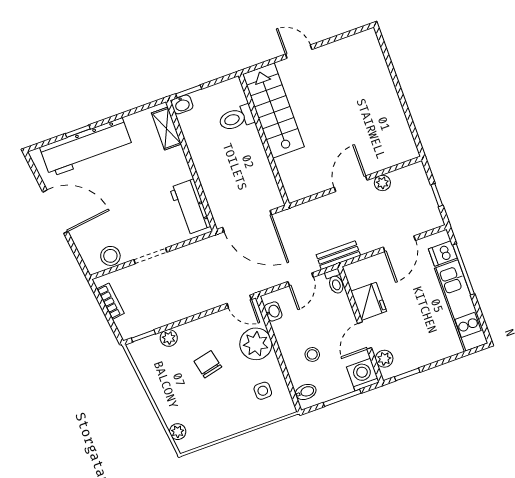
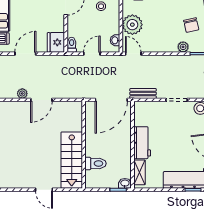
workbench: (190, 207) -> (142, 143), moved
door: (247, 221) -> (111, 100), swing flipped
bench: (338, 255) -> (143, 93), moved
fridge: (369, 301) -> (56, 42), moved
chair: (208, 364) -> (191, 25), moved

